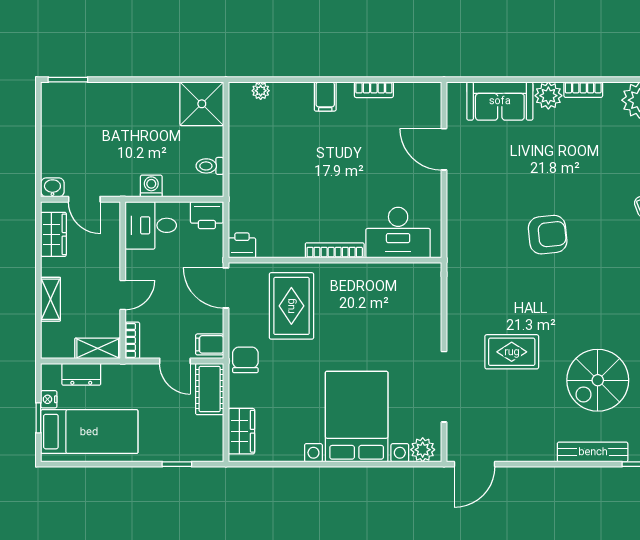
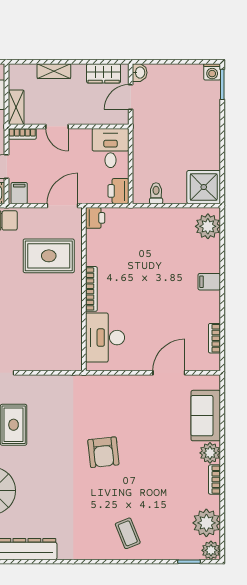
bookcase: (374, 90) -> (214, 338), moved
plant: (261, 91) -> (208, 226), width x1.88, depth x1.88
washing machine: (151, 186) -> (212, 72), moved, turned 90

